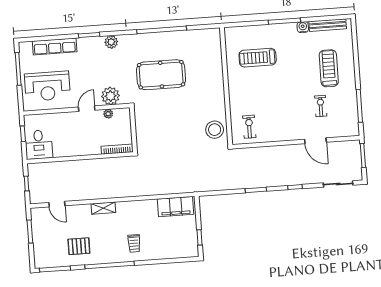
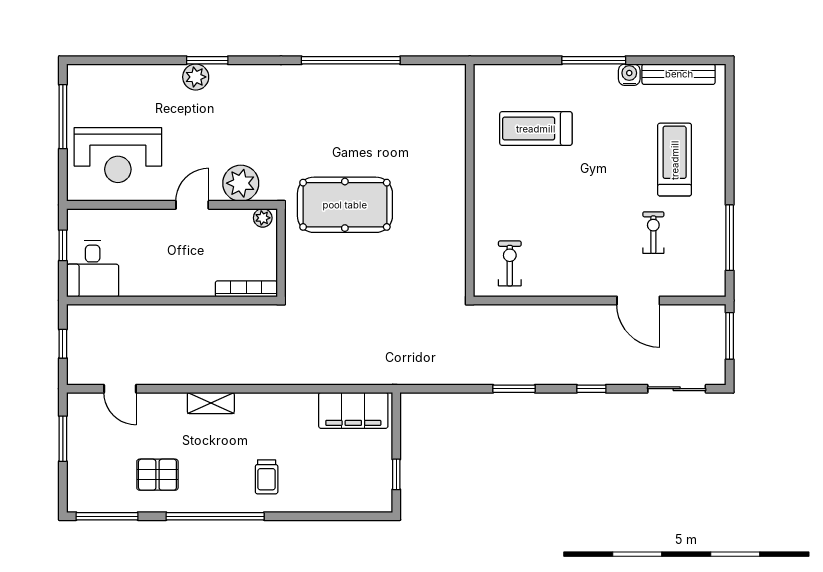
plant: (111, 42) -> (196, 77), moved
row of seats: (55, 46) -> (138, 78), removed
pool table: (161, 75) -> (345, 205), moved
plant: (108, 114) -> (263, 218), moved
stool: (215, 130) -> (441, 264), removed

